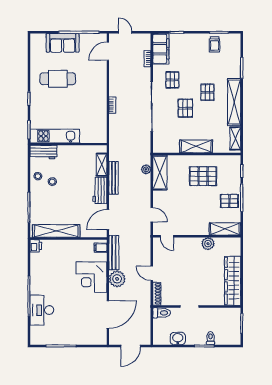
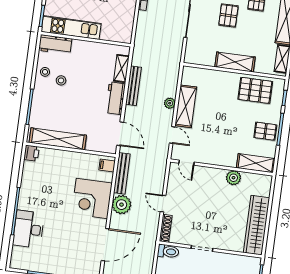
plant: (146, 169) -> (170, 103), moved
shelving: (160, 173) -> (186, 106), moved
pallet: (203, 176) -> (255, 90), moved
door: (108, 220) -> (120, 134), swing flipped

